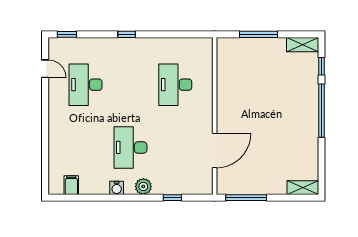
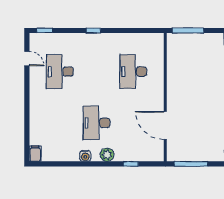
window: (258, 34) -> (188, 31), moved
door: (215, 150) -> (165, 125), swing flipped
filing cabinet: (71, 185) -> (35, 154), moved

